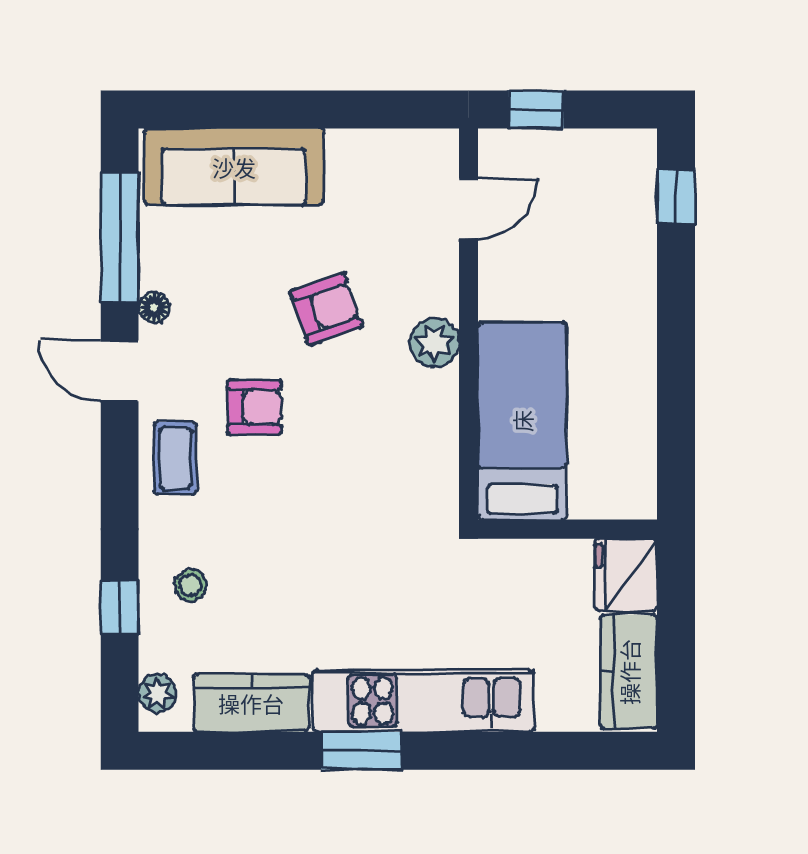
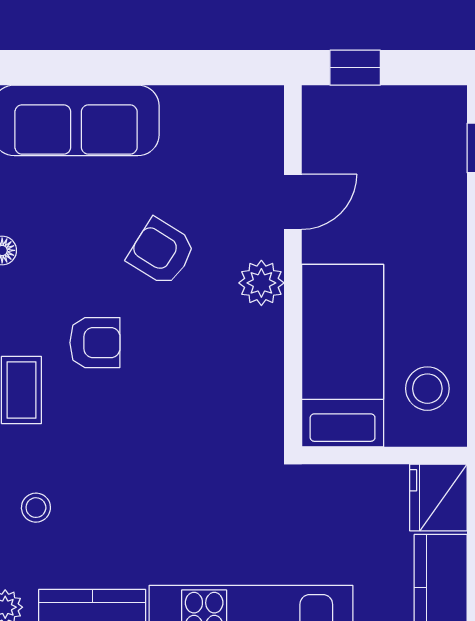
door: (469, 208) -> (293, 202), moved
armchair: (326, 309) -> (161, 252), turned -129
stool: (614, 457) -> (427, 389), added

